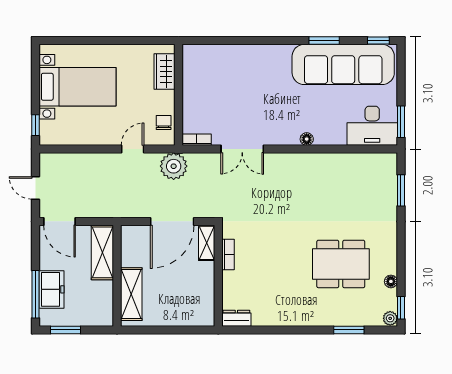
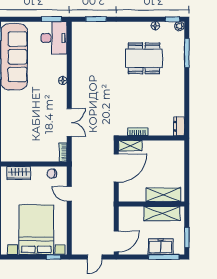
bed with nightstands: (78, 87) -> (36, 230), width x1.36
plant: (174, 166) -> (80, 167), removed
door: (172, 221) -> (116, 168), hinge flipped
shelving: (102, 252) -> (162, 213), moved
dining table: (341, 264) -> (144, 58), turned 90
window: (349, 330) -> (187, 53), width x1.44

